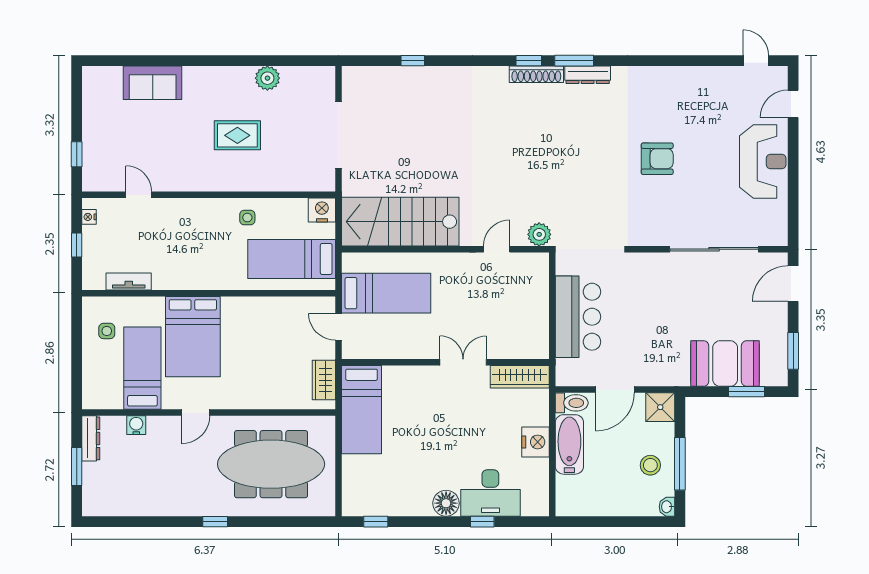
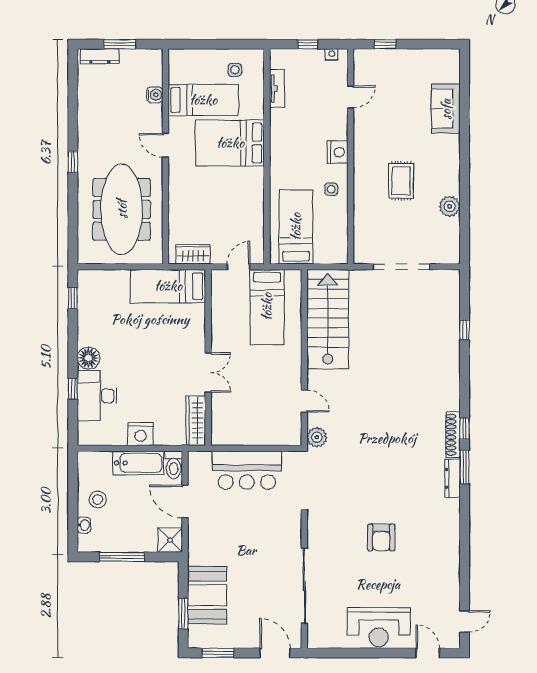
nightstand: (322, 210) -> (338, 152), moved
dresser: (91, 438) -> (100, 56), moved
stool: (650, 465) -> (98, 499), moved
washbasin: (667, 507) -> (84, 525), moved, turned 90

